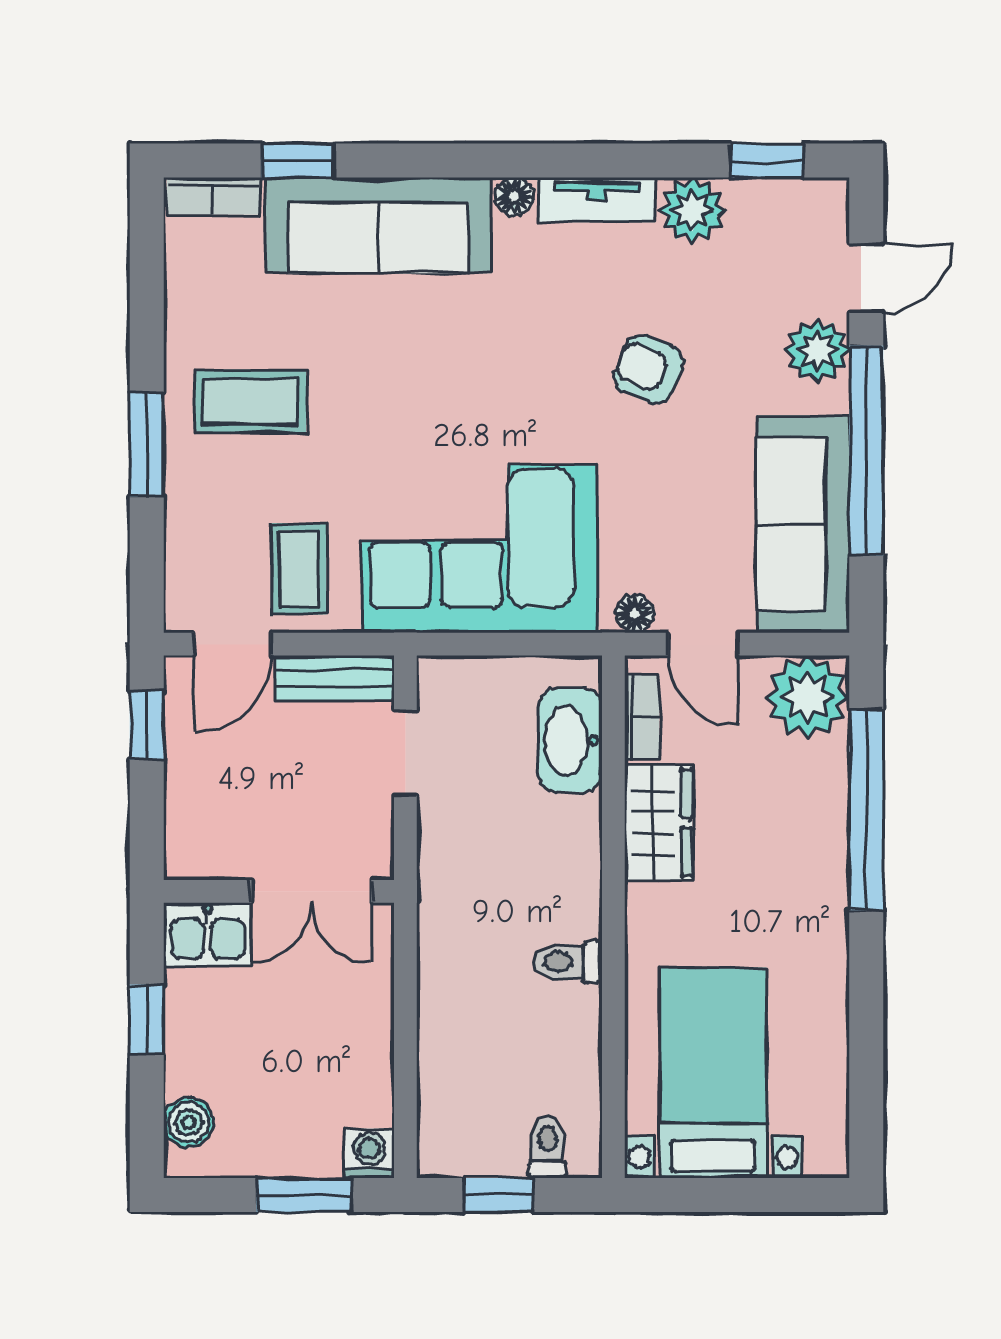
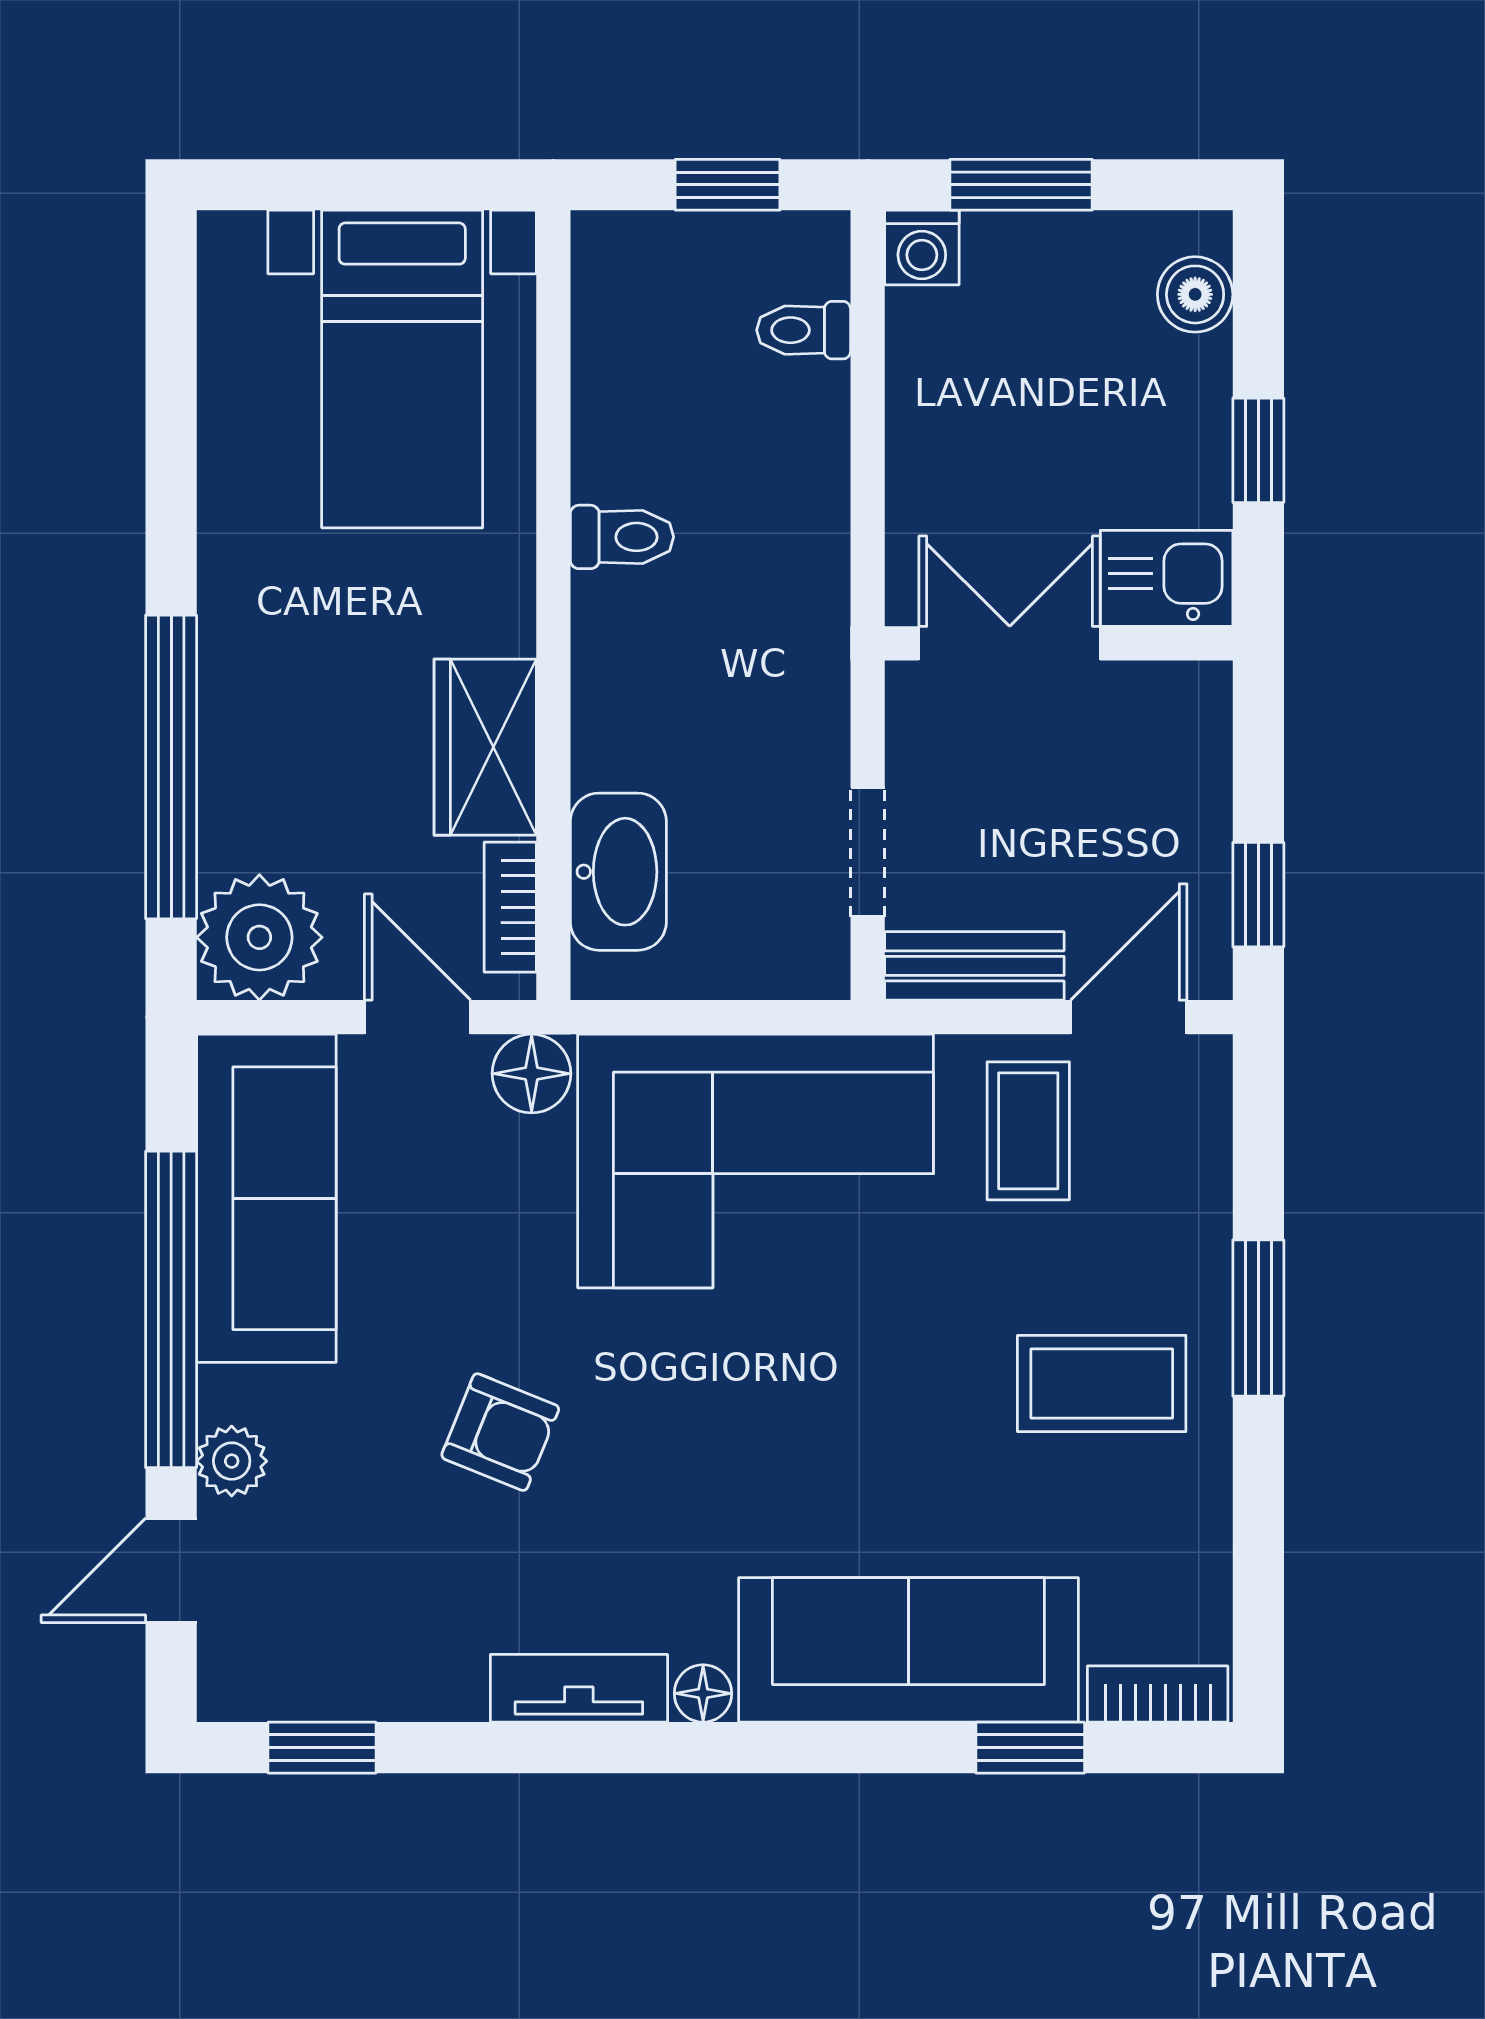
plant: (692, 210) -> (434, 1672), removed
plant: (817, 350) -> (232, 1461), width x0.73, depth x0.73
floor lamp: (635, 614) -> (532, 1074), width x1.37, depth x1.37
toilet: (548, 1147) -> (804, 330), moved, turned 90

